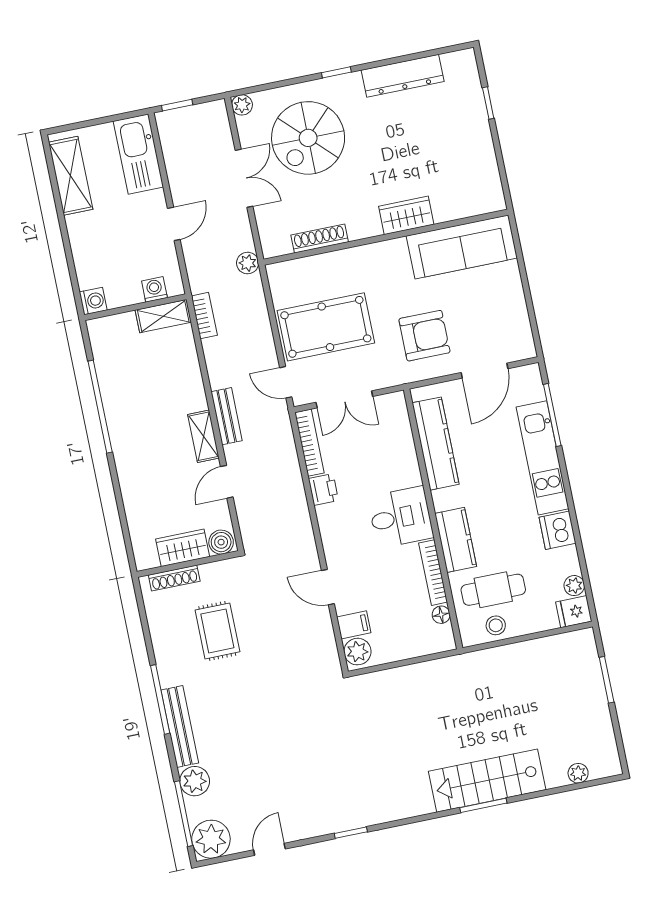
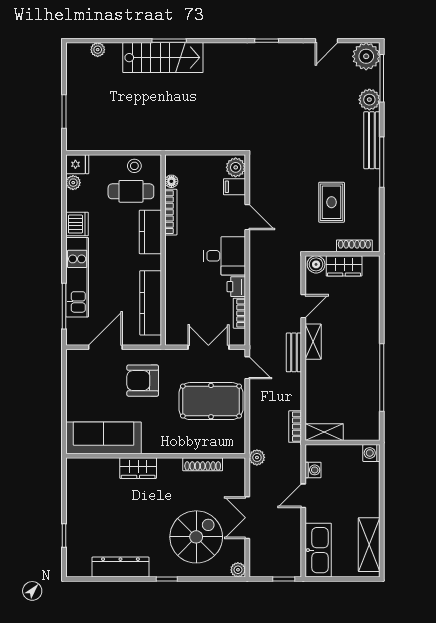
washing machine: (154, 289) -> (313, 470), moved, turned -90
bookcase: (309, 443) -> (239, 313), width x0.64
desk: (401, 517) -> (225, 256), moved, turned 180

